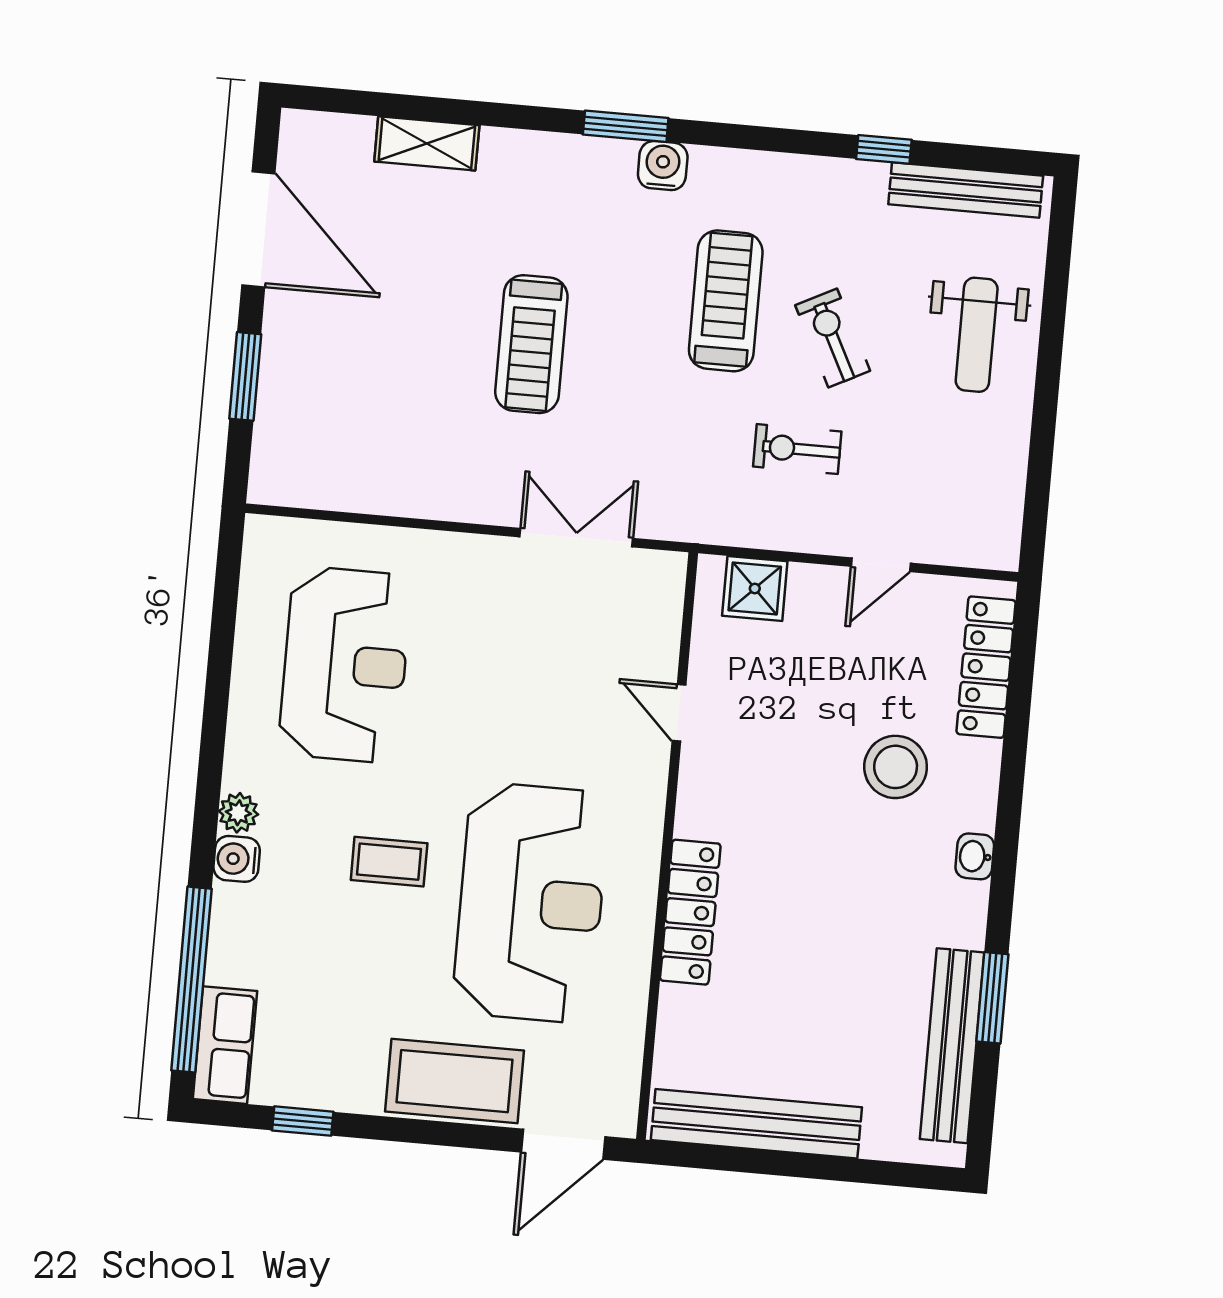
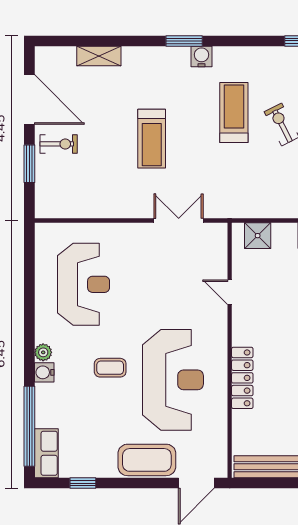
exercise bike: (797, 449) -> (59, 144), moved, turned 180

